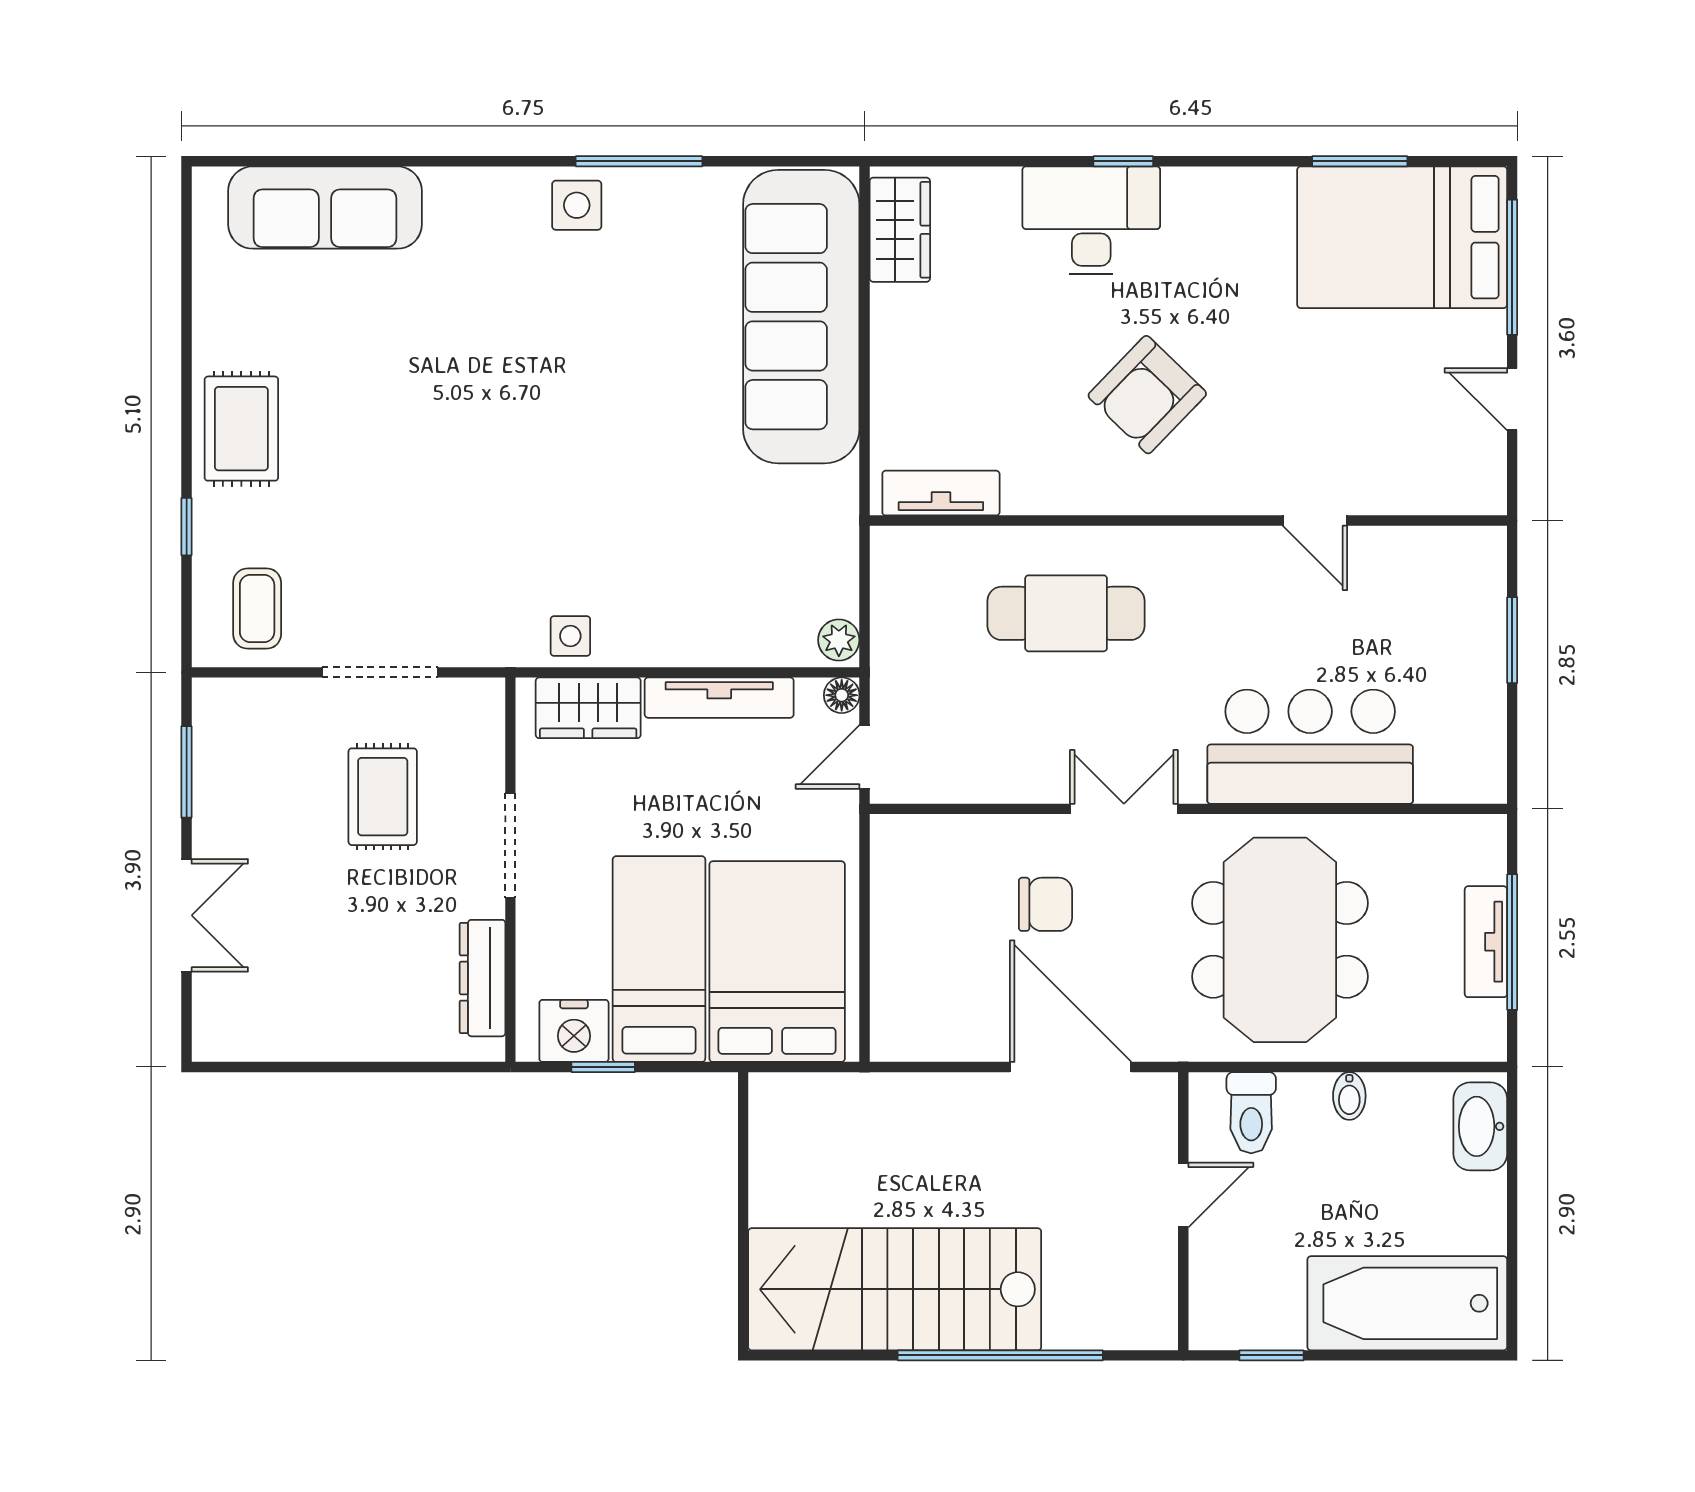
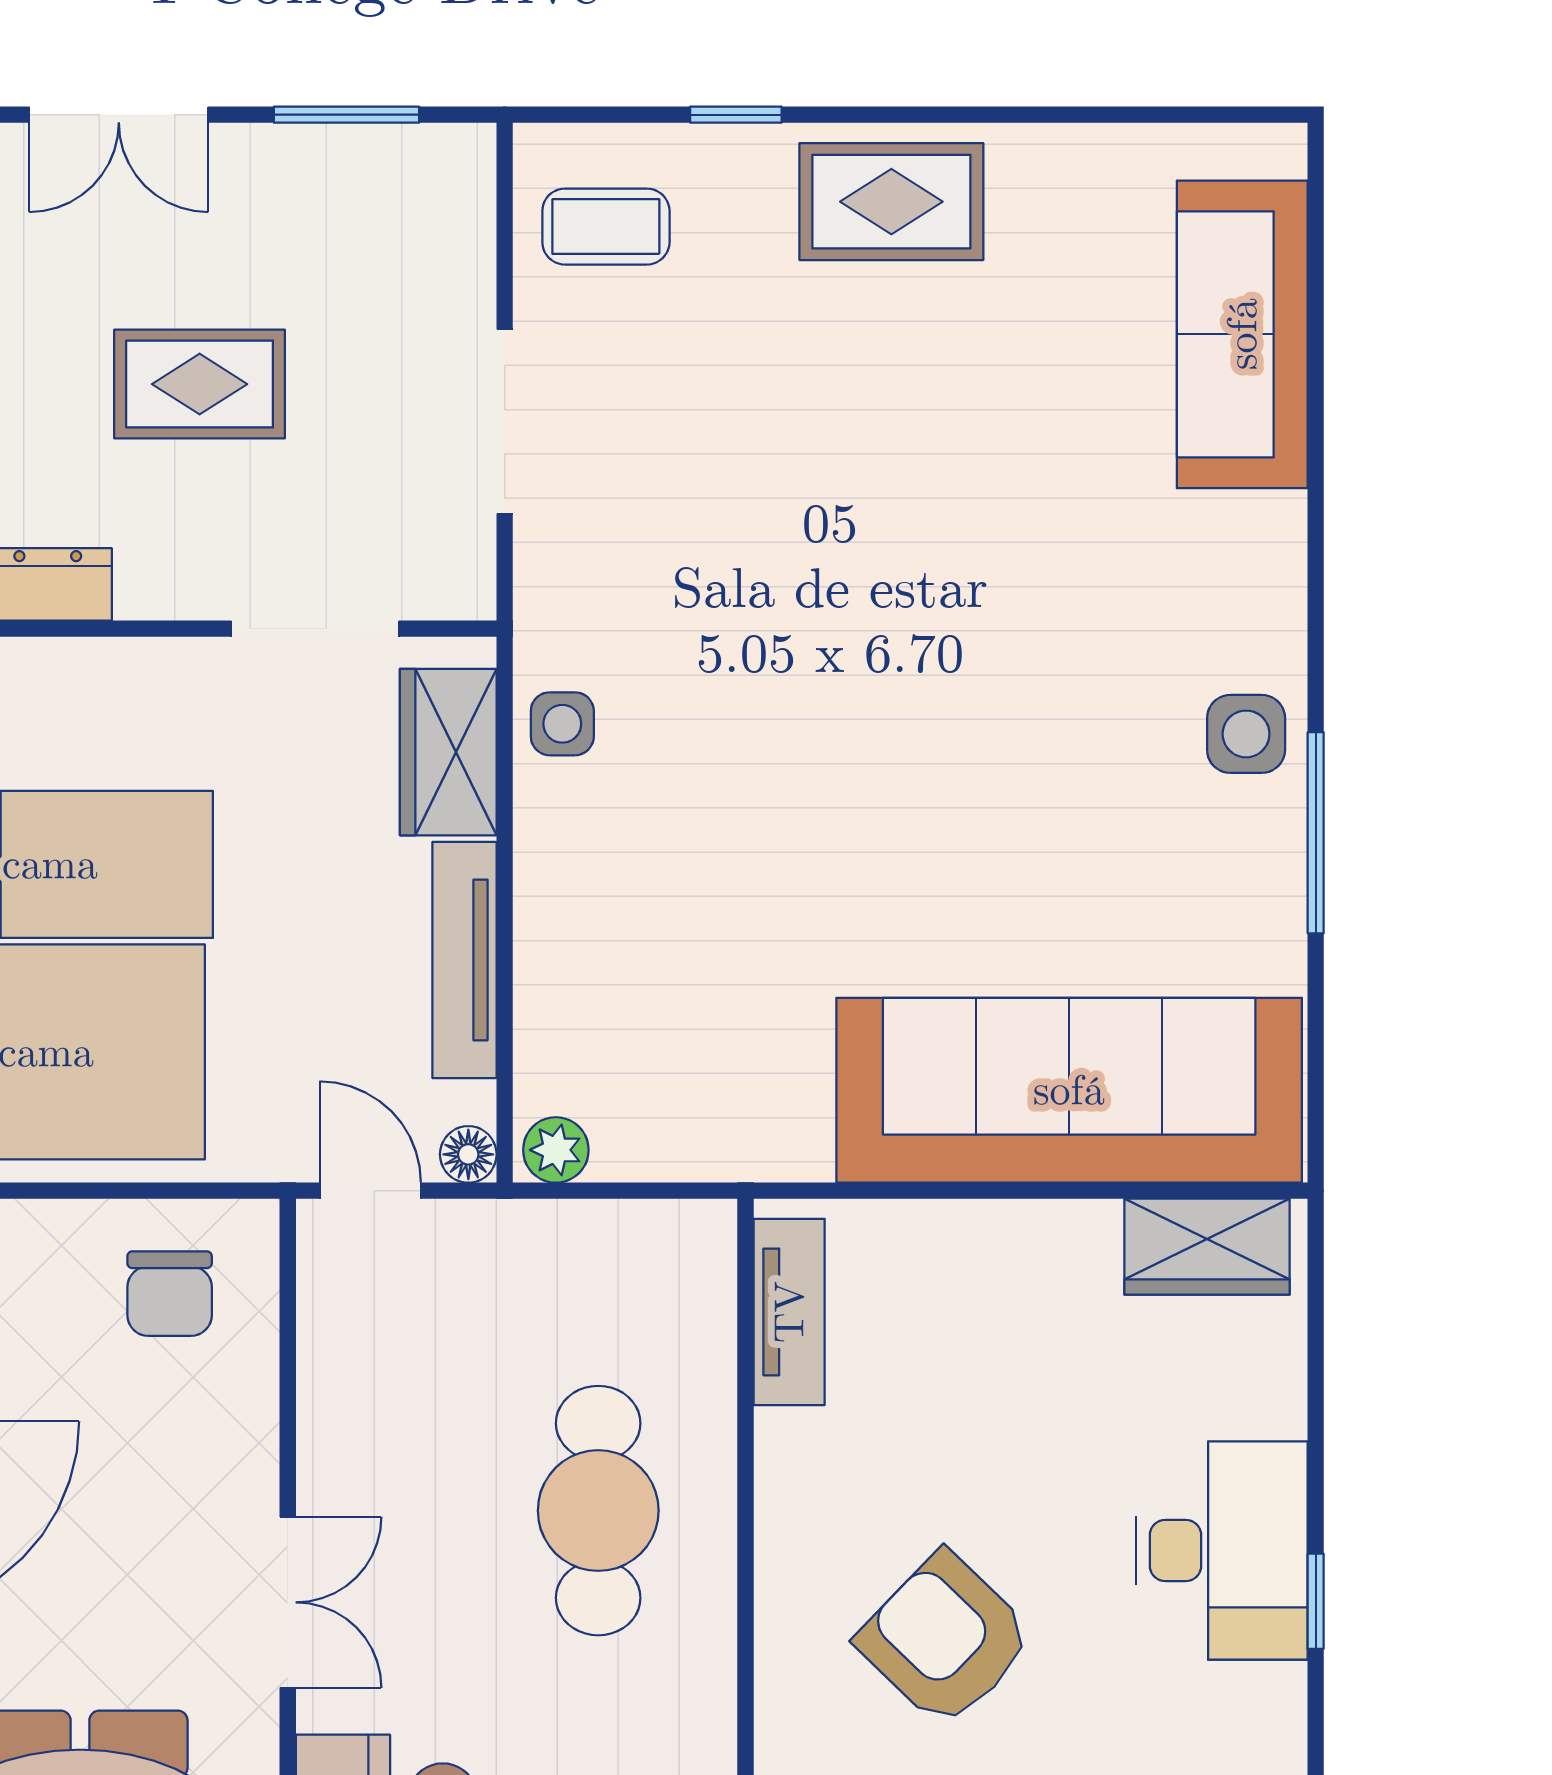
rug: (383, 797) -> (200, 384), moved
doorway: (510, 846) -> (315, 629), moved
chair: (1045, 904) -> (170, 1294), moved

